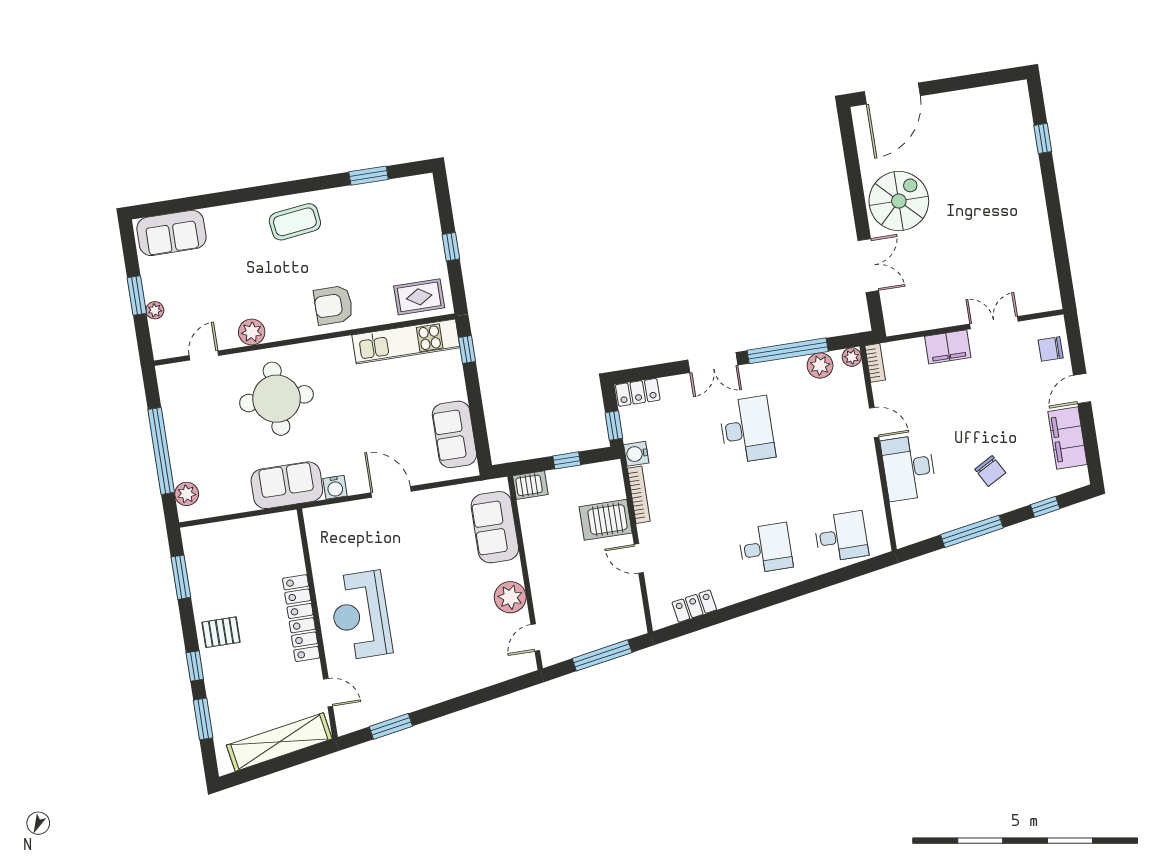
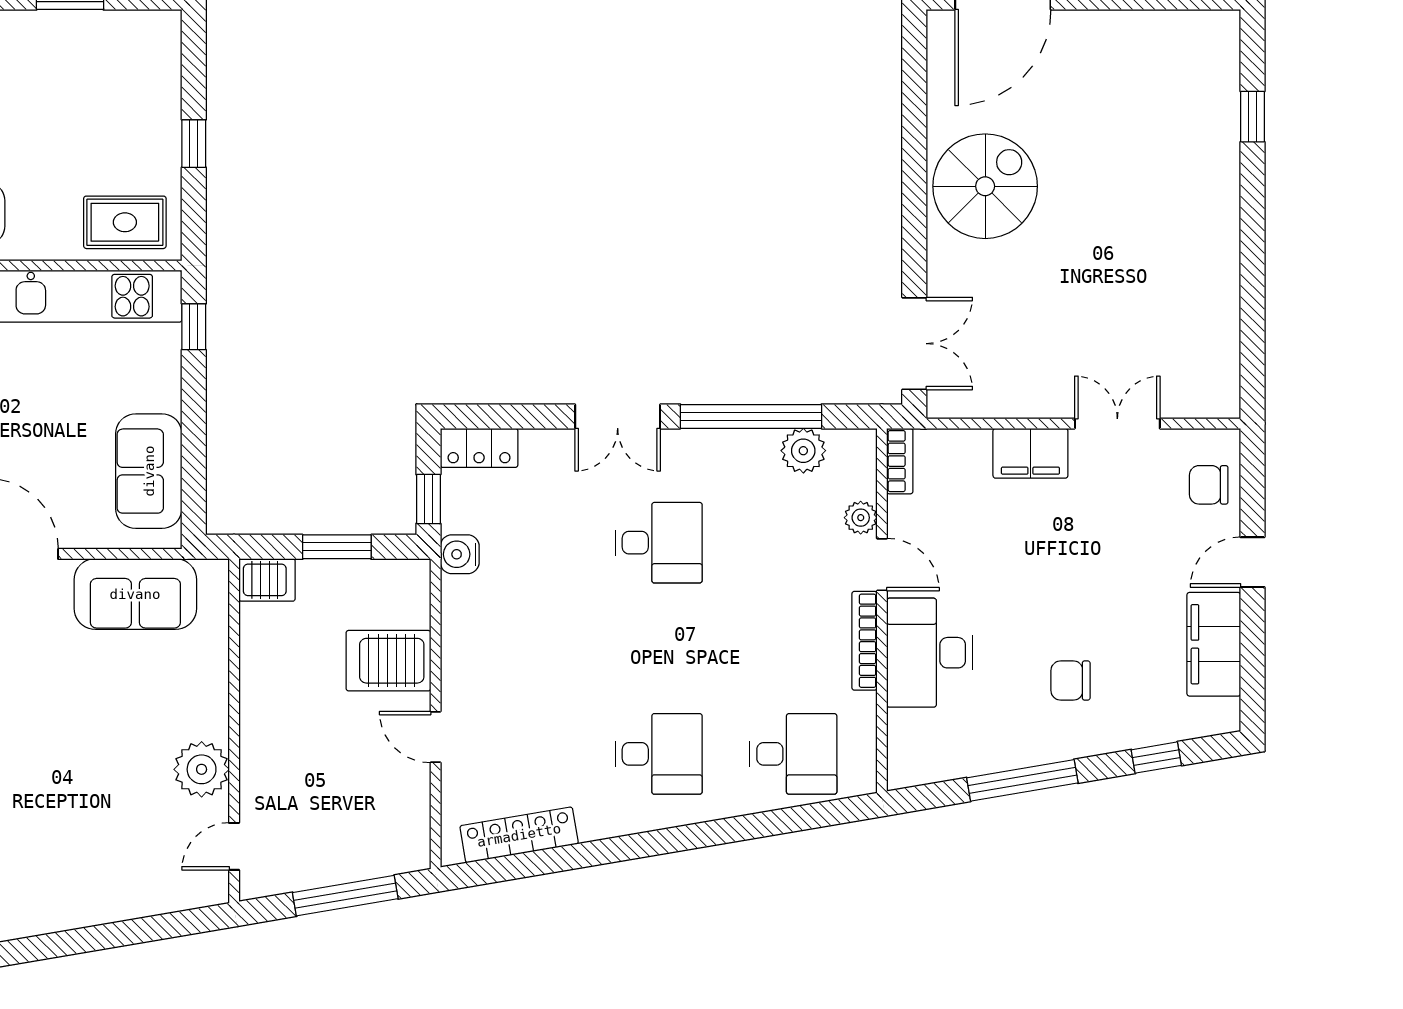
double door: (868, 266) -> (914, 344), moved
plant: (852, 357) -> (861, 518), moved
desk: (747, 430) -> (659, 543), width x0.73
window: (567, 460) -> (337, 547), width x1.50
chair: (990, 471) -> (1071, 681), turned 119
bookcase: (639, 495) -> (865, 641), moved, turned 180
sofa: (495, 527) -> (135, 594), moved, turned -90
locker: (694, 606) -> (519, 835), width x1.53

